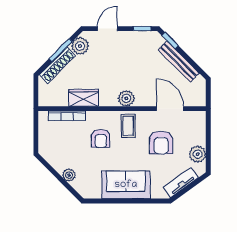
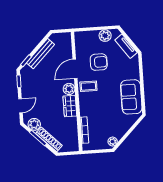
door: (107, 29) -> (21, 106), swing flipped
wardrobe: (84, 98) -> (70, 106), moved
door: (170, 109) -> (75, 69), moved
armchair: (101, 138) -> (99, 105), removed
plant: (69, 175) -> (113, 142), moved
sofa: (126, 185) -> (131, 97), moved

